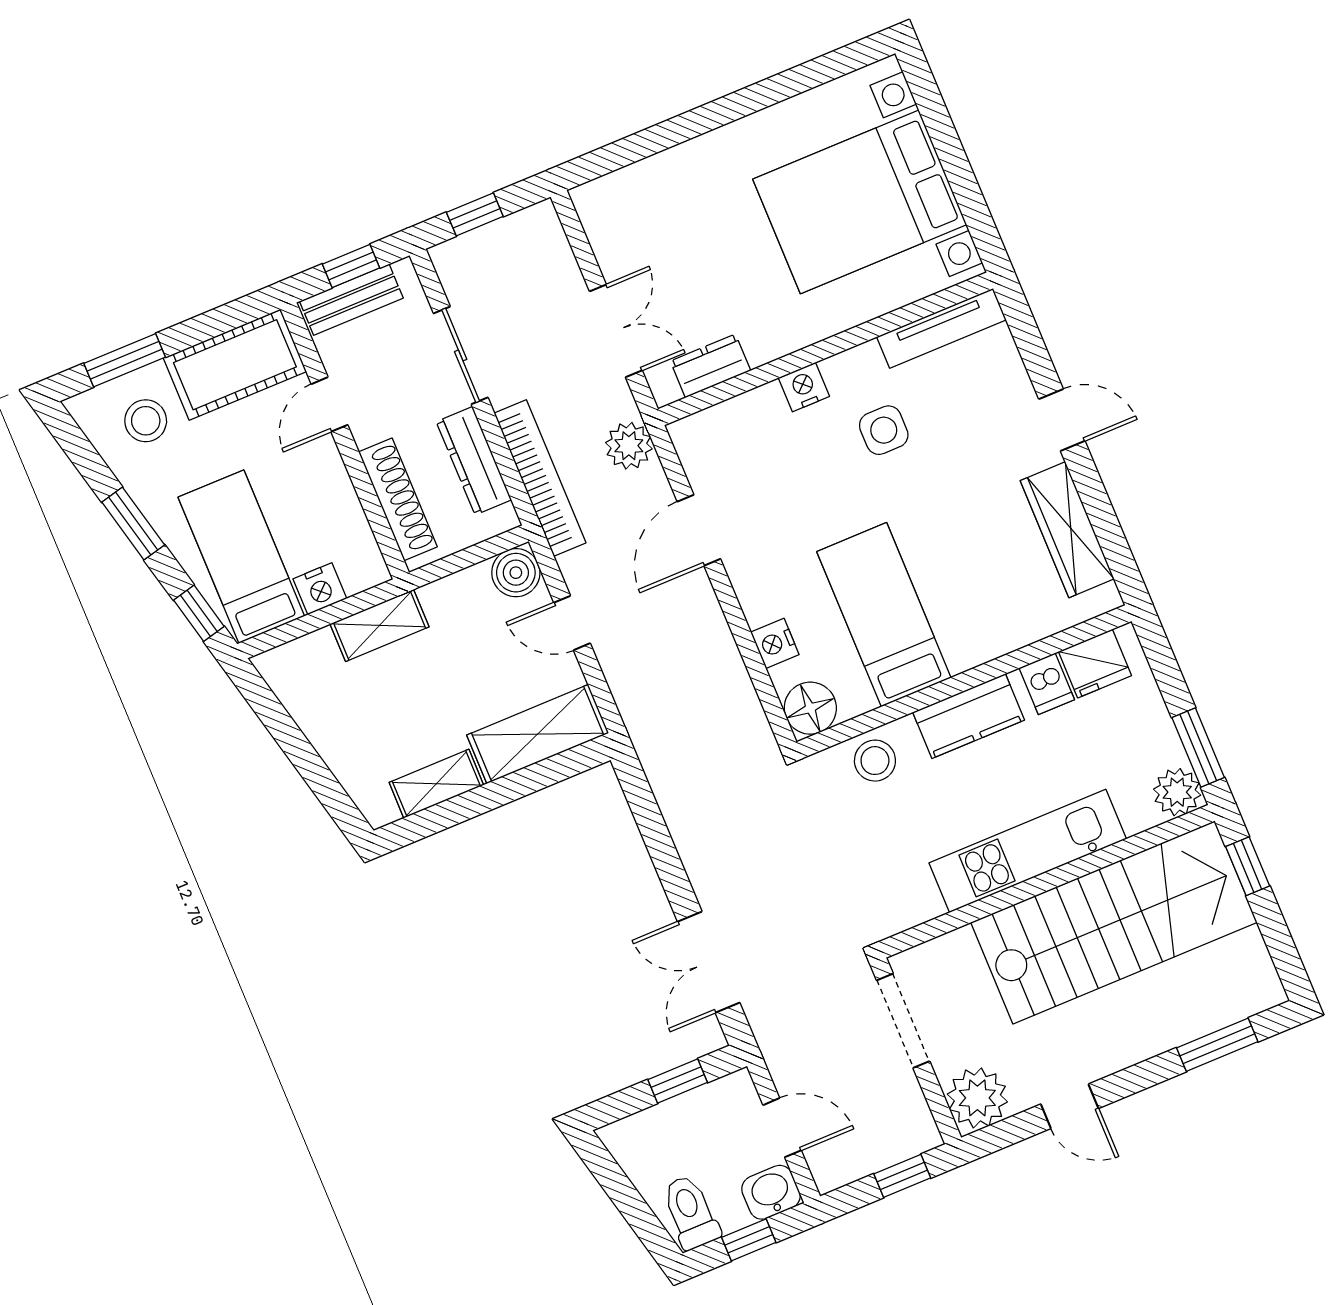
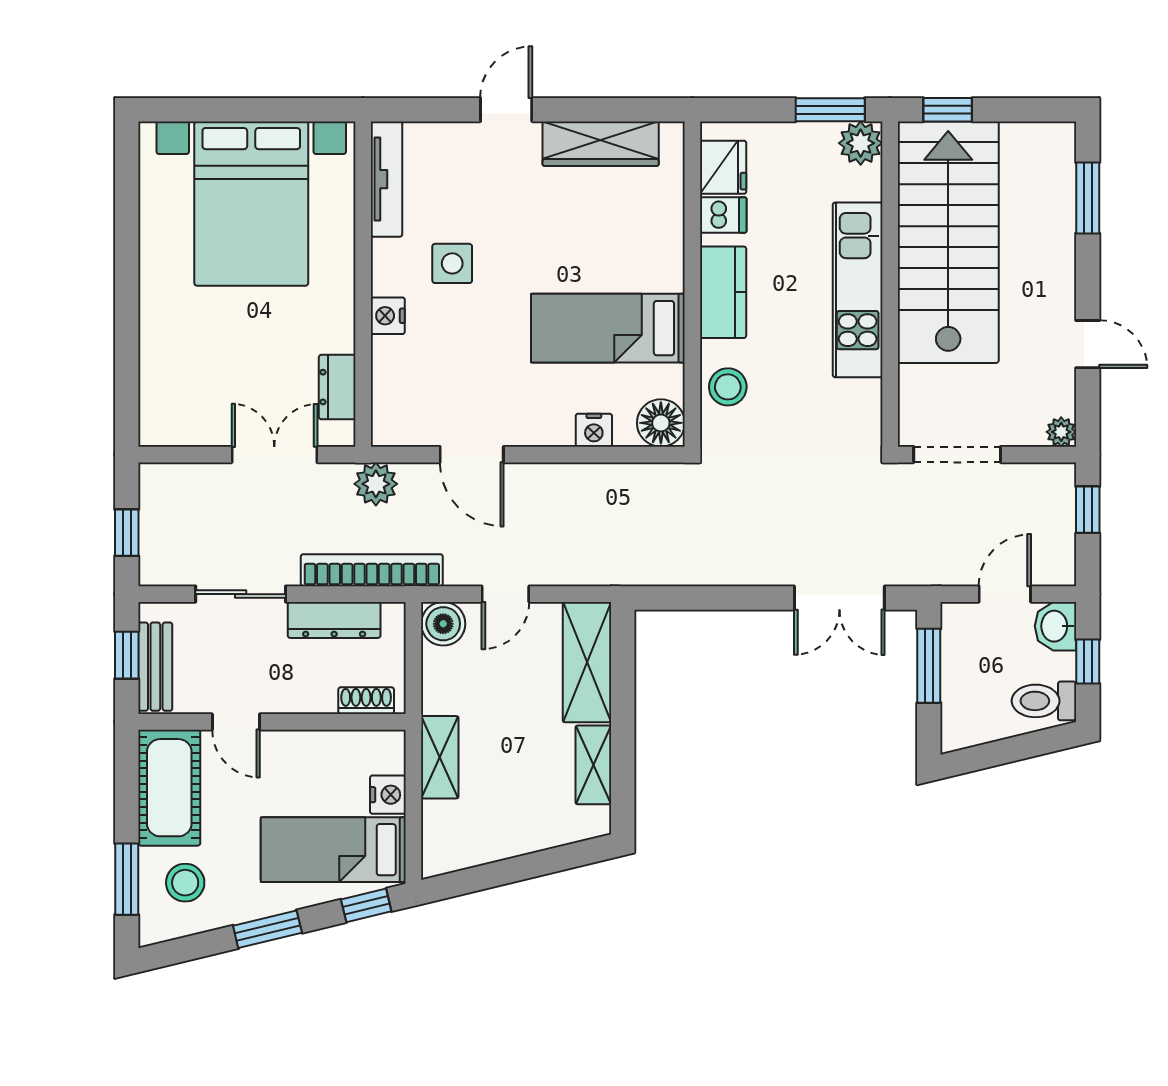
shoe rack: (398, 499) -> (366, 701), width x0.51, depth x0.81
window: (678, 1081) -> (929, 666), width x1.50
plant: (977, 1098) -> (1061, 432), width x0.53, depth x0.53
door: (1070, 1106) -> (1088, 344), hinge flipped

